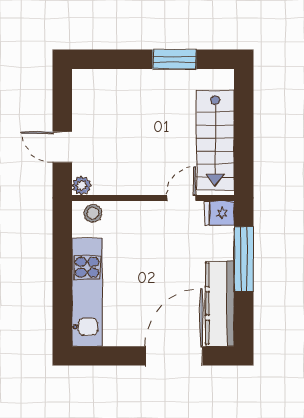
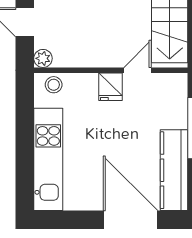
fridge: (219, 213) -> (110, 87), moved, turned -90
door: (174, 356) -> (130, 220), hinge flipped

